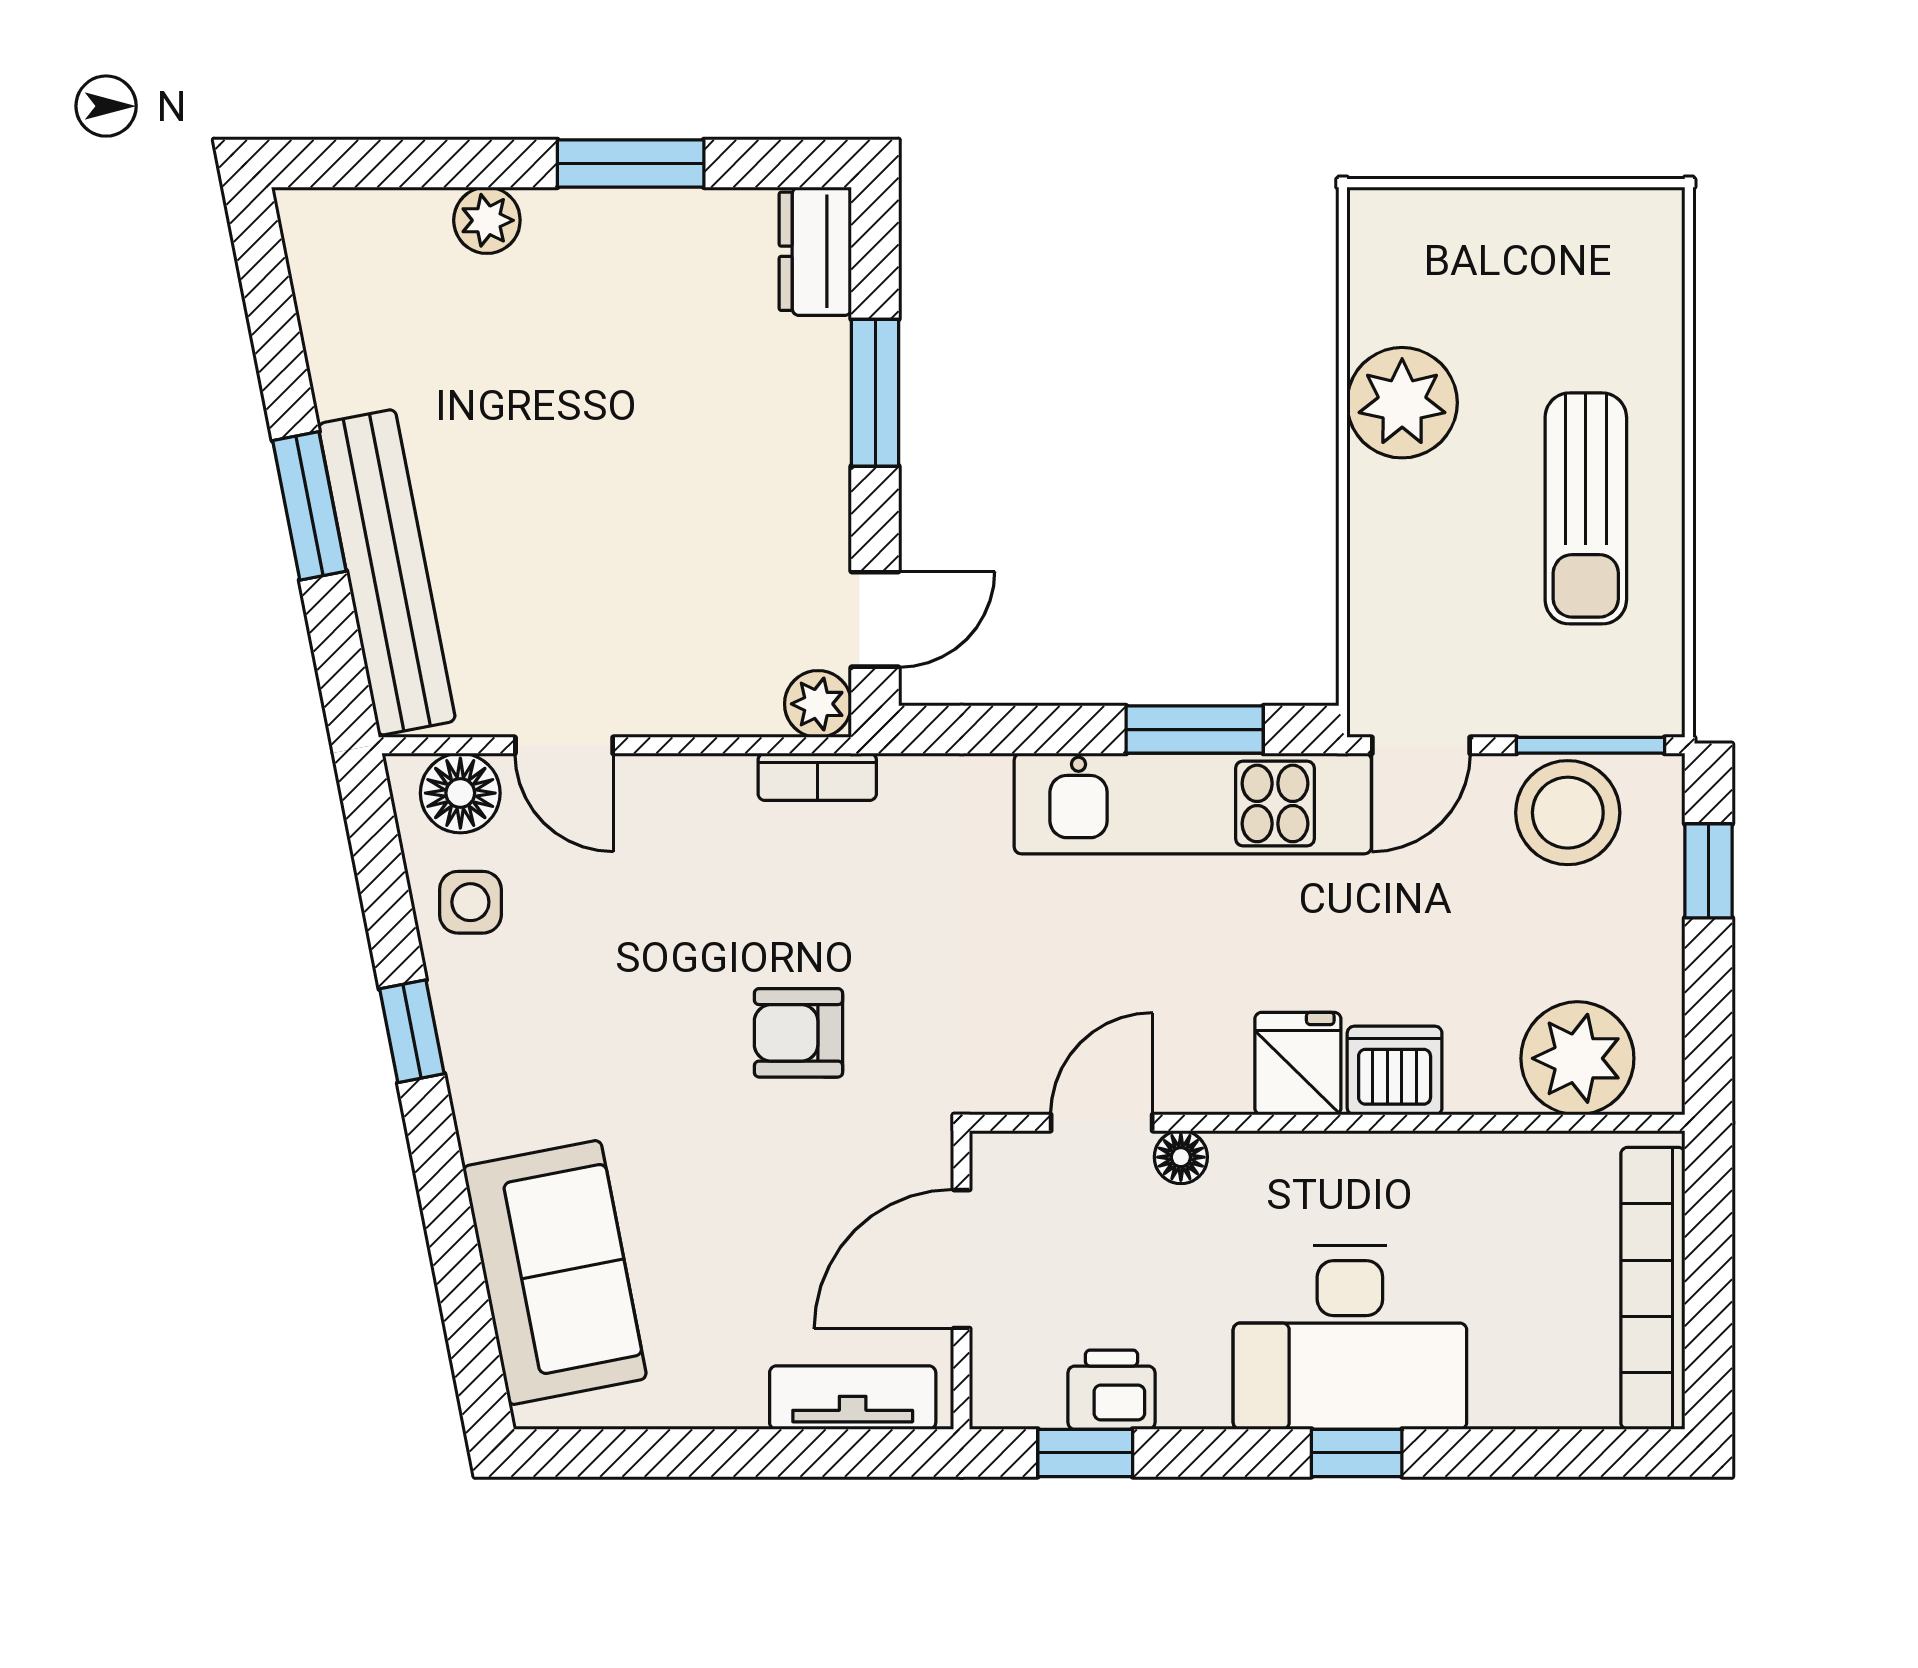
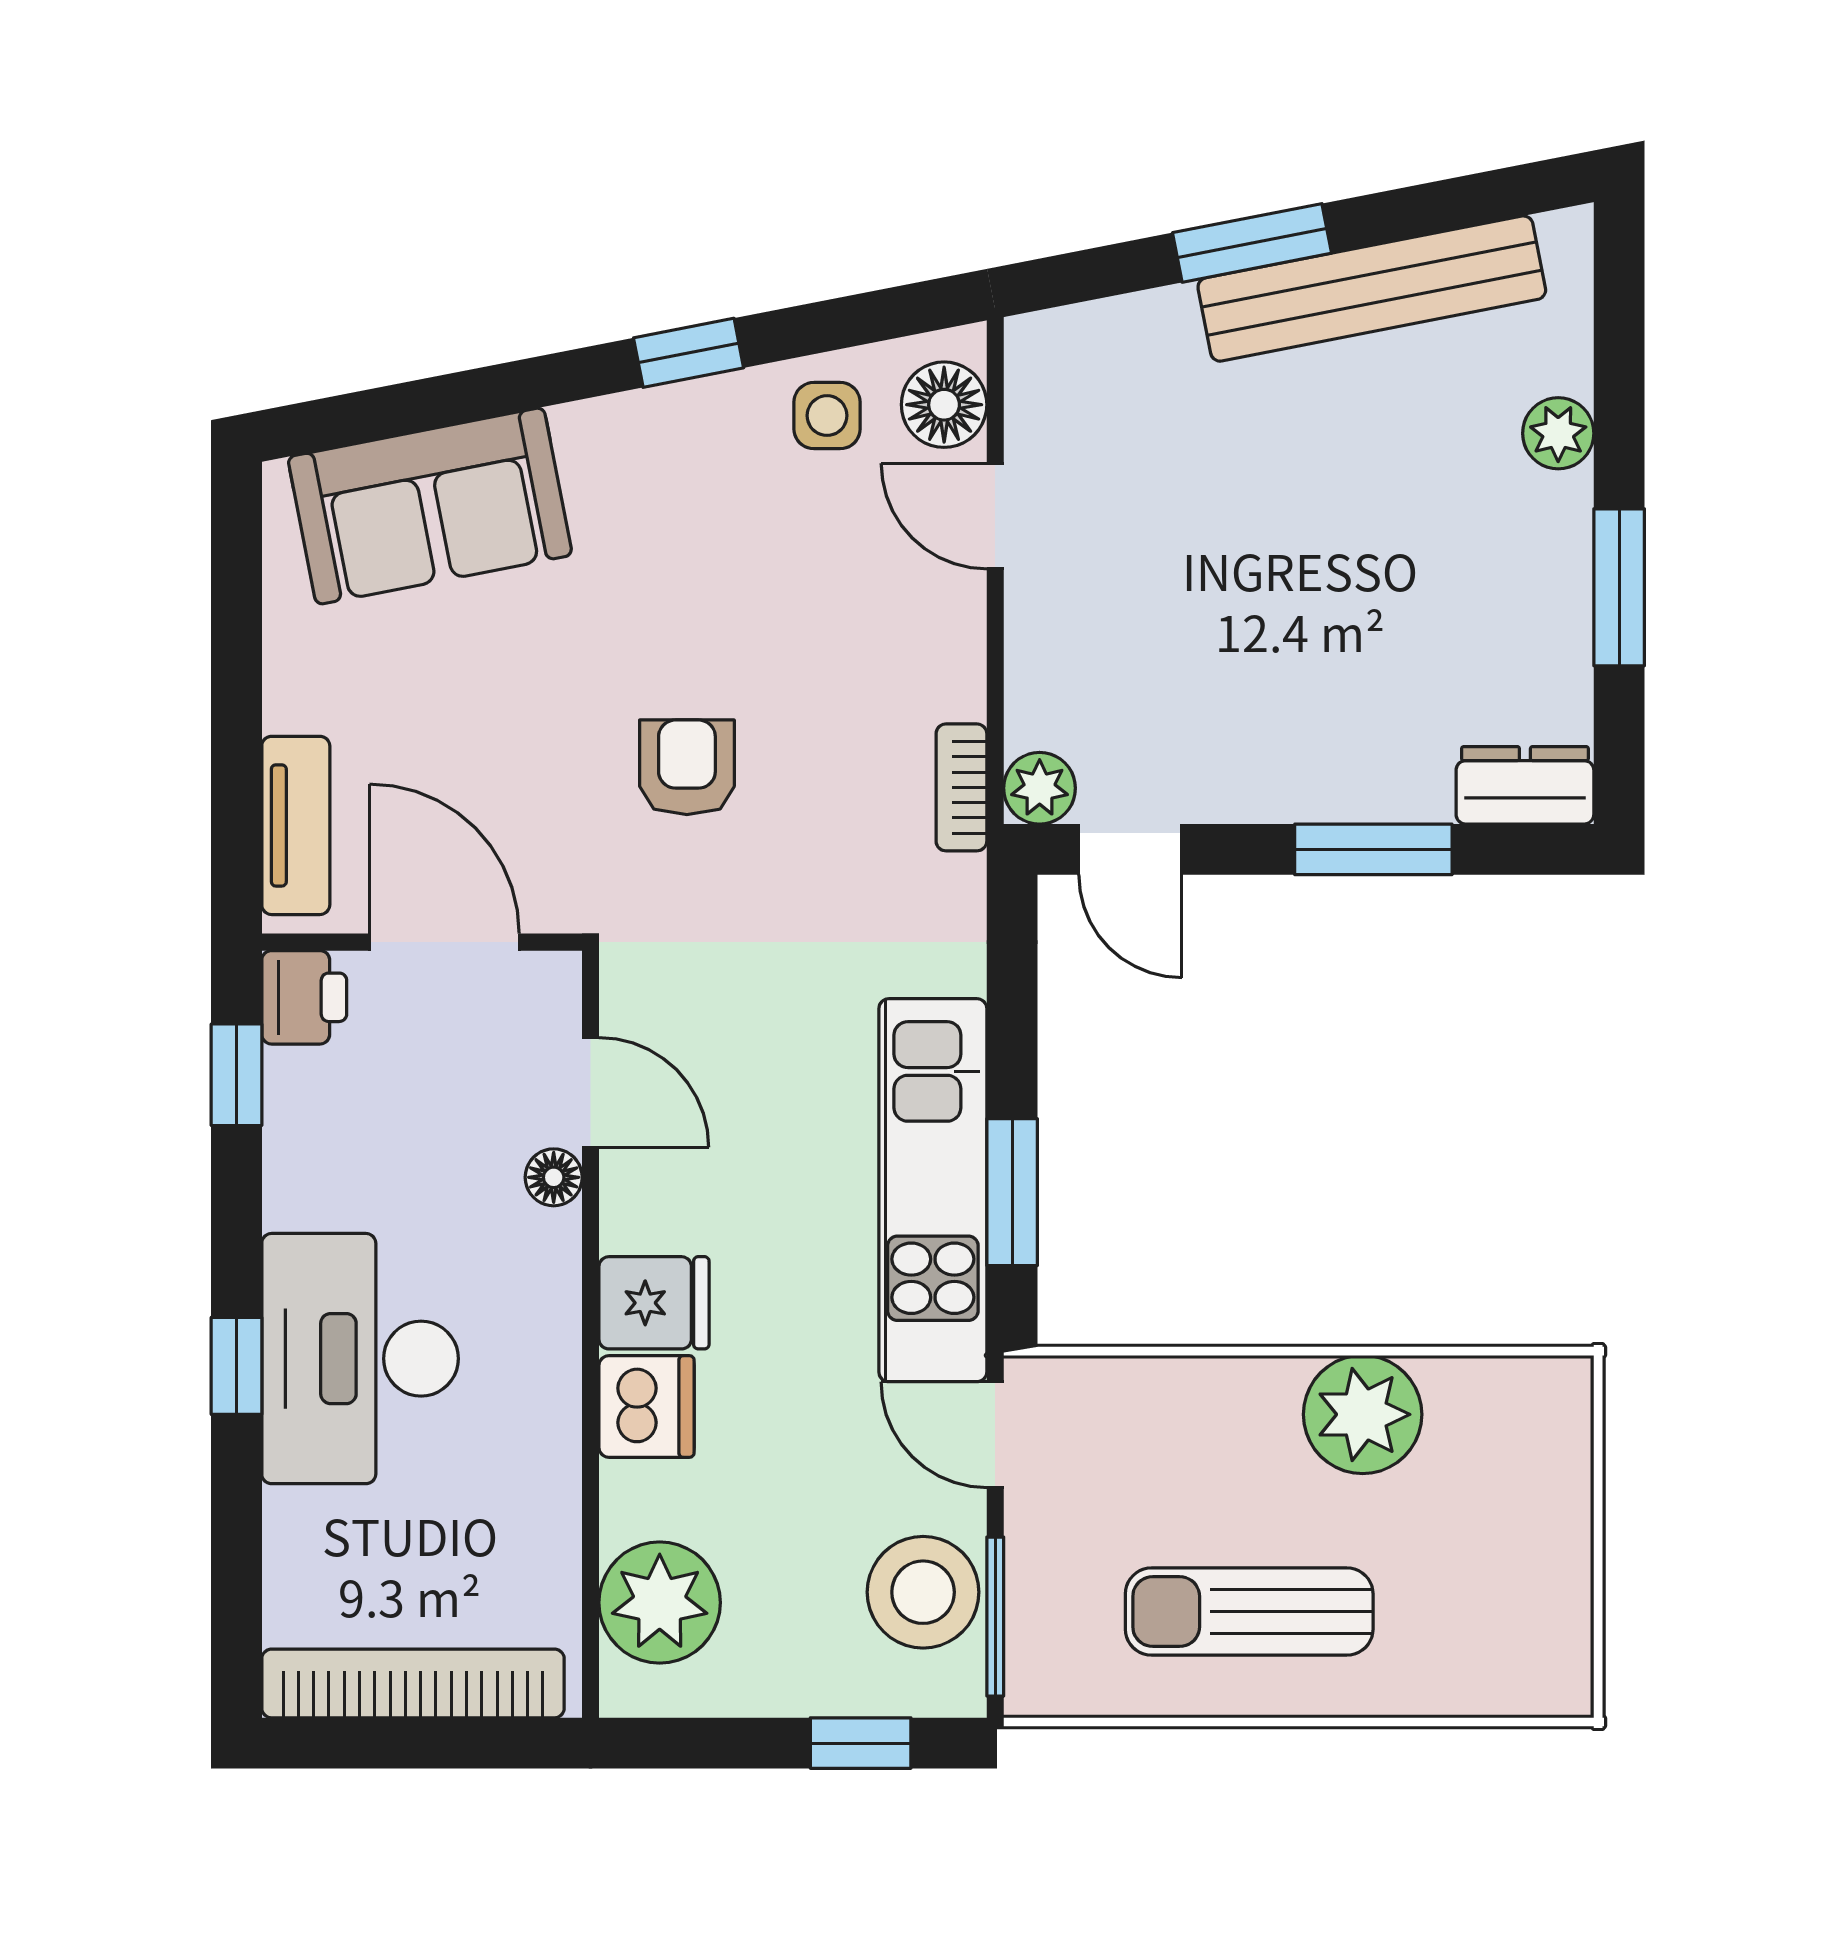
bench: (387, 572) -> (1372, 289), moved
door: (564, 745) -> (995, 516), hinge flipped
printer: (1111, 1390) -> (304, 997), moved

